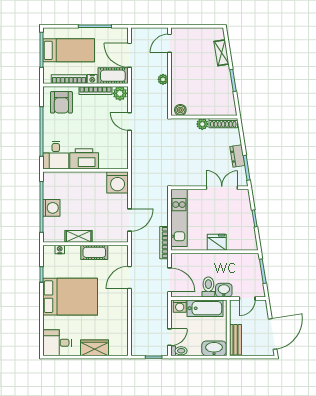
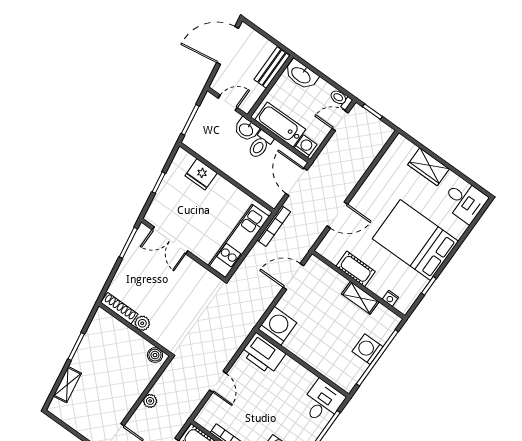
plant: (120, 93) -> (207, 419), removed
dresser: (237, 156) -> (129, 262), removed
printer: (84, 159) -> (263, 354), moved
fridge: (217, 242) -> (201, 174), moved

